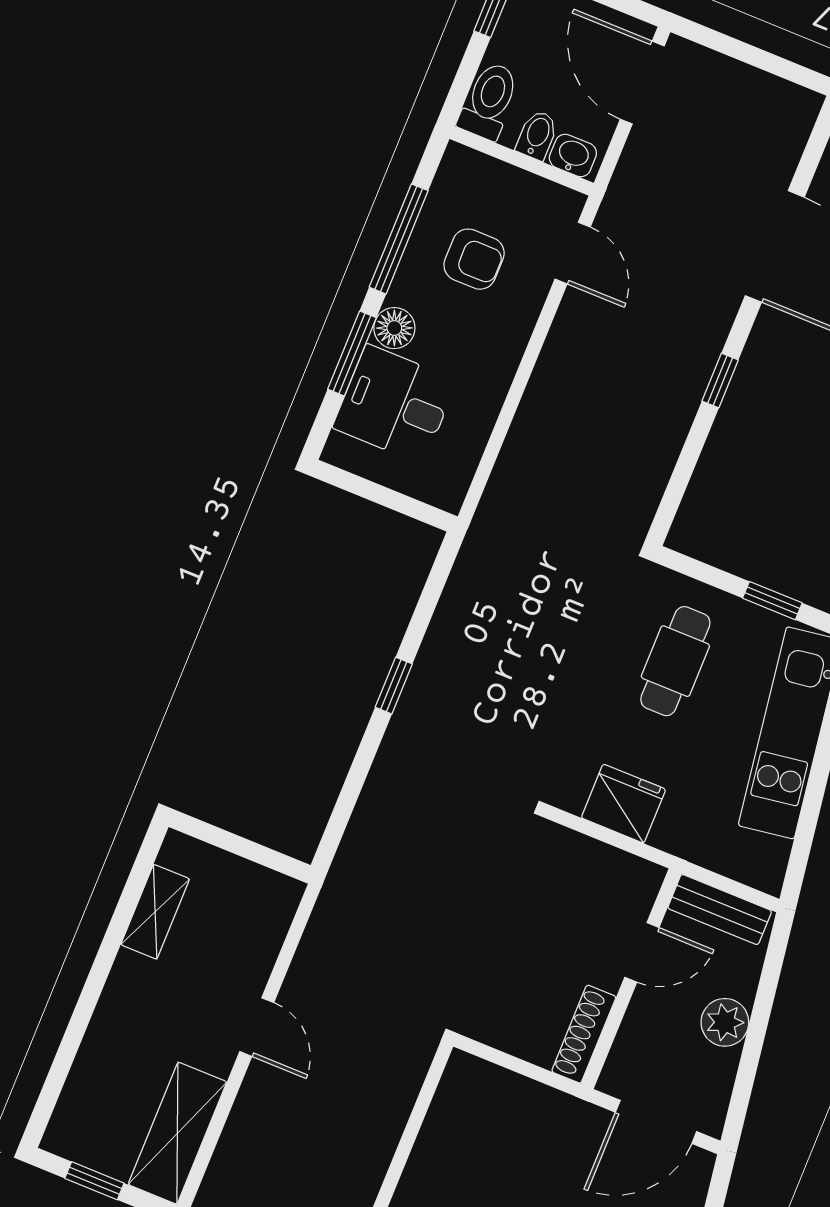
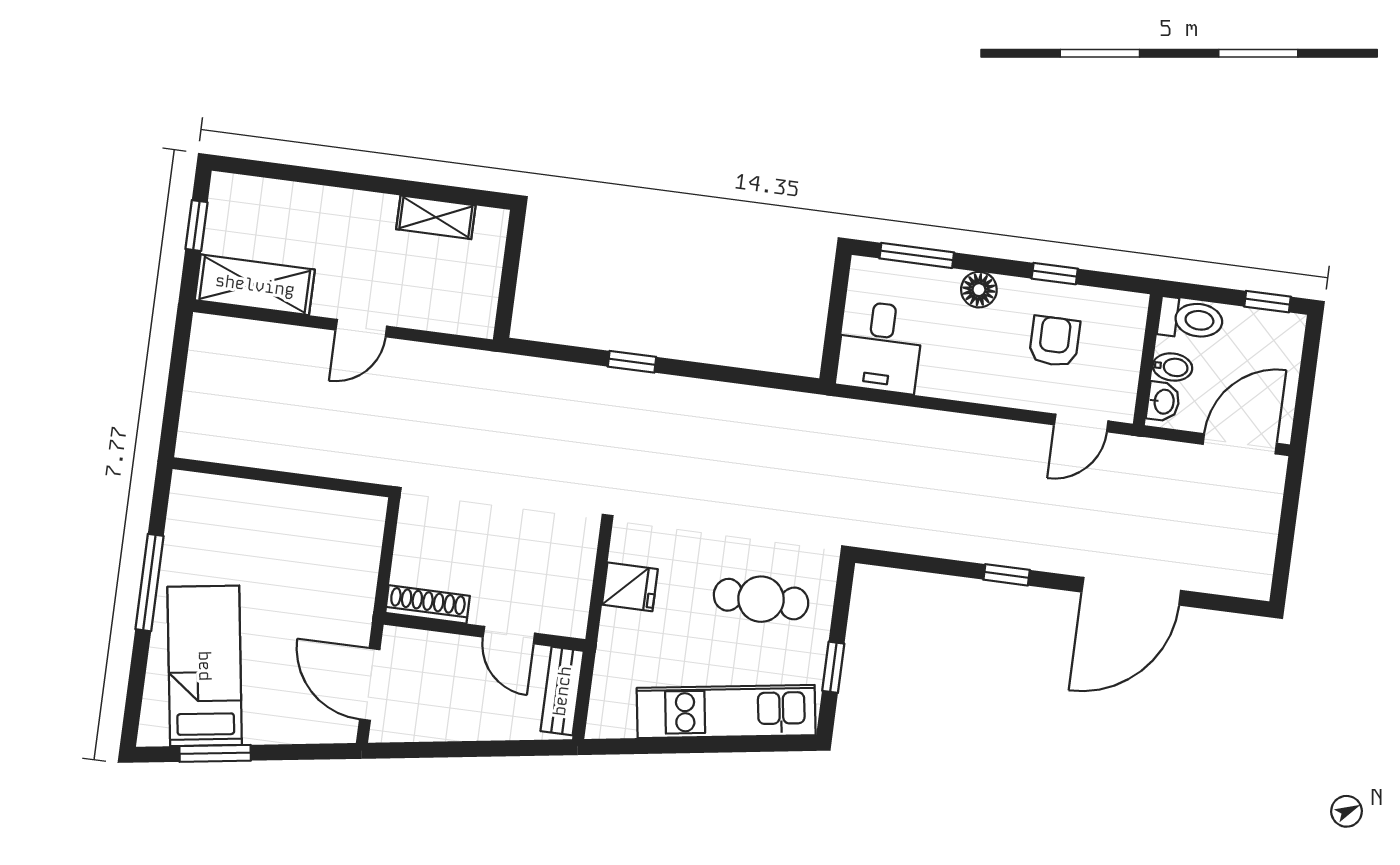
window: (399, 239) -> (1055, 274), width x0.46
armchair: (474, 259) -> (1054, 341), turned 180
window: (352, 353) -> (917, 255), moved
desk: (395, 404) -> (880, 347), moved, turned 180
window: (394, 686) -> (632, 362), moved
fridge: (623, 804) -> (630, 587), width x0.72
plant: (725, 1022) -> (468, 720), removed

